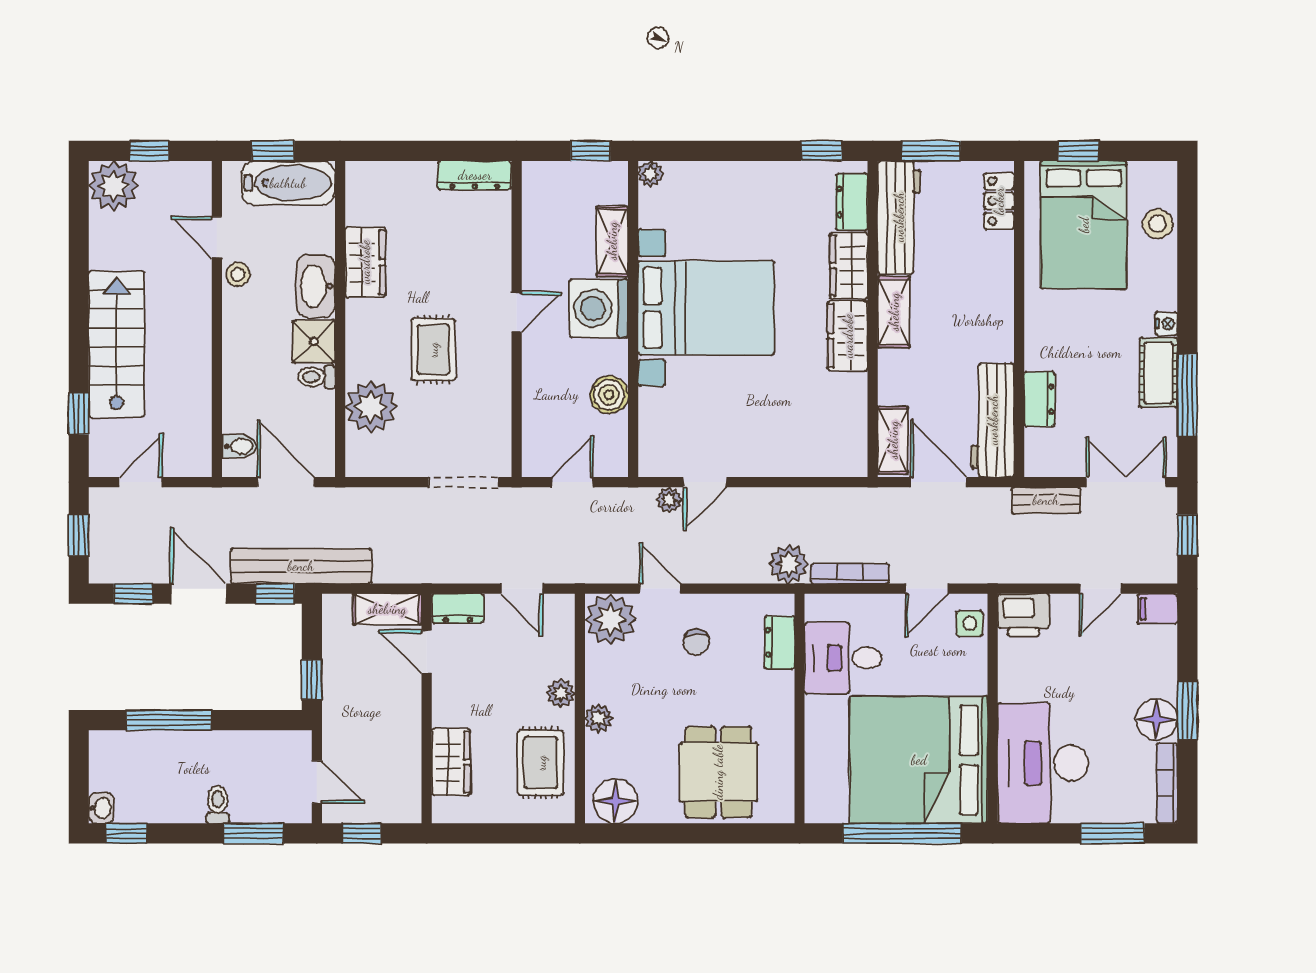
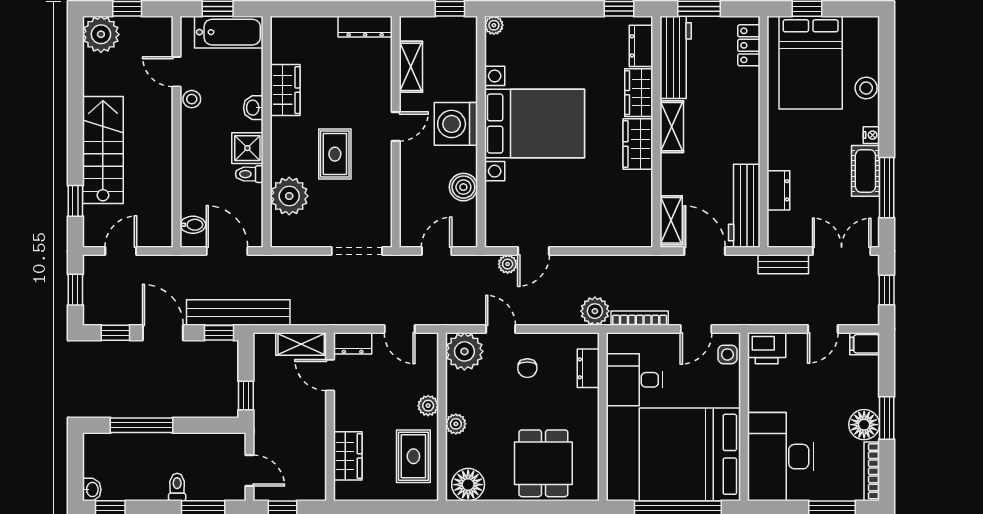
stool: (1158, 224) -> (866, 88), moved
shelving: (612, 241) -> (411, 67), moved
washbasin: (316, 286) -> (253, 108), width x0.52, depth x0.69

